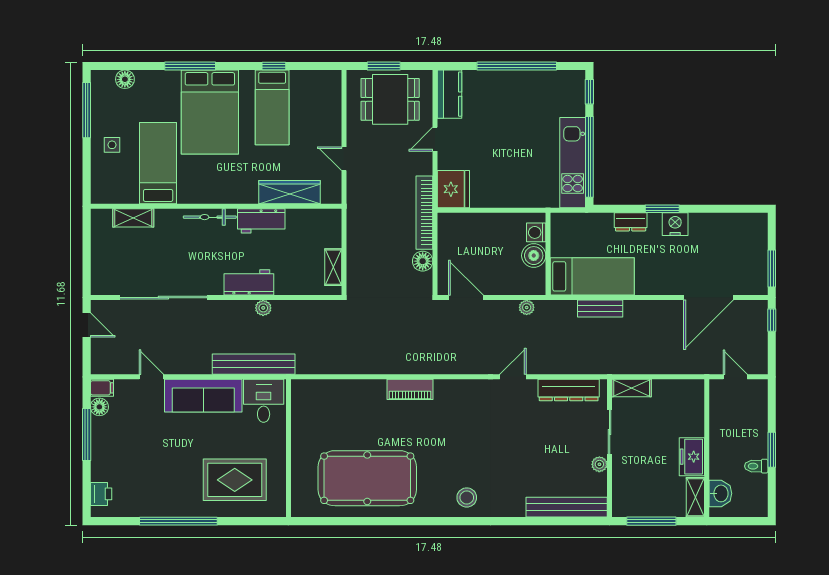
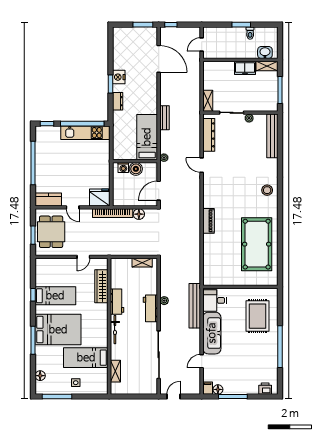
washing machine: (536, 232) -> (123, 168), moved
wall: (548, 254) -> (135, 161), moved
boiler: (534, 256) -> (136, 169), moved
bed: (592, 276) -> (147, 137), moved

